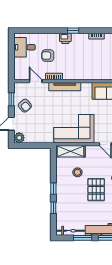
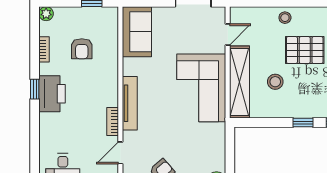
printer: (65, 38) -> (52, 94), width x1.87, depth x1.48
armchair: (48, 56) -> (82, 49), moved
shelving: (70, 151) -> (240, 82), width x1.47

